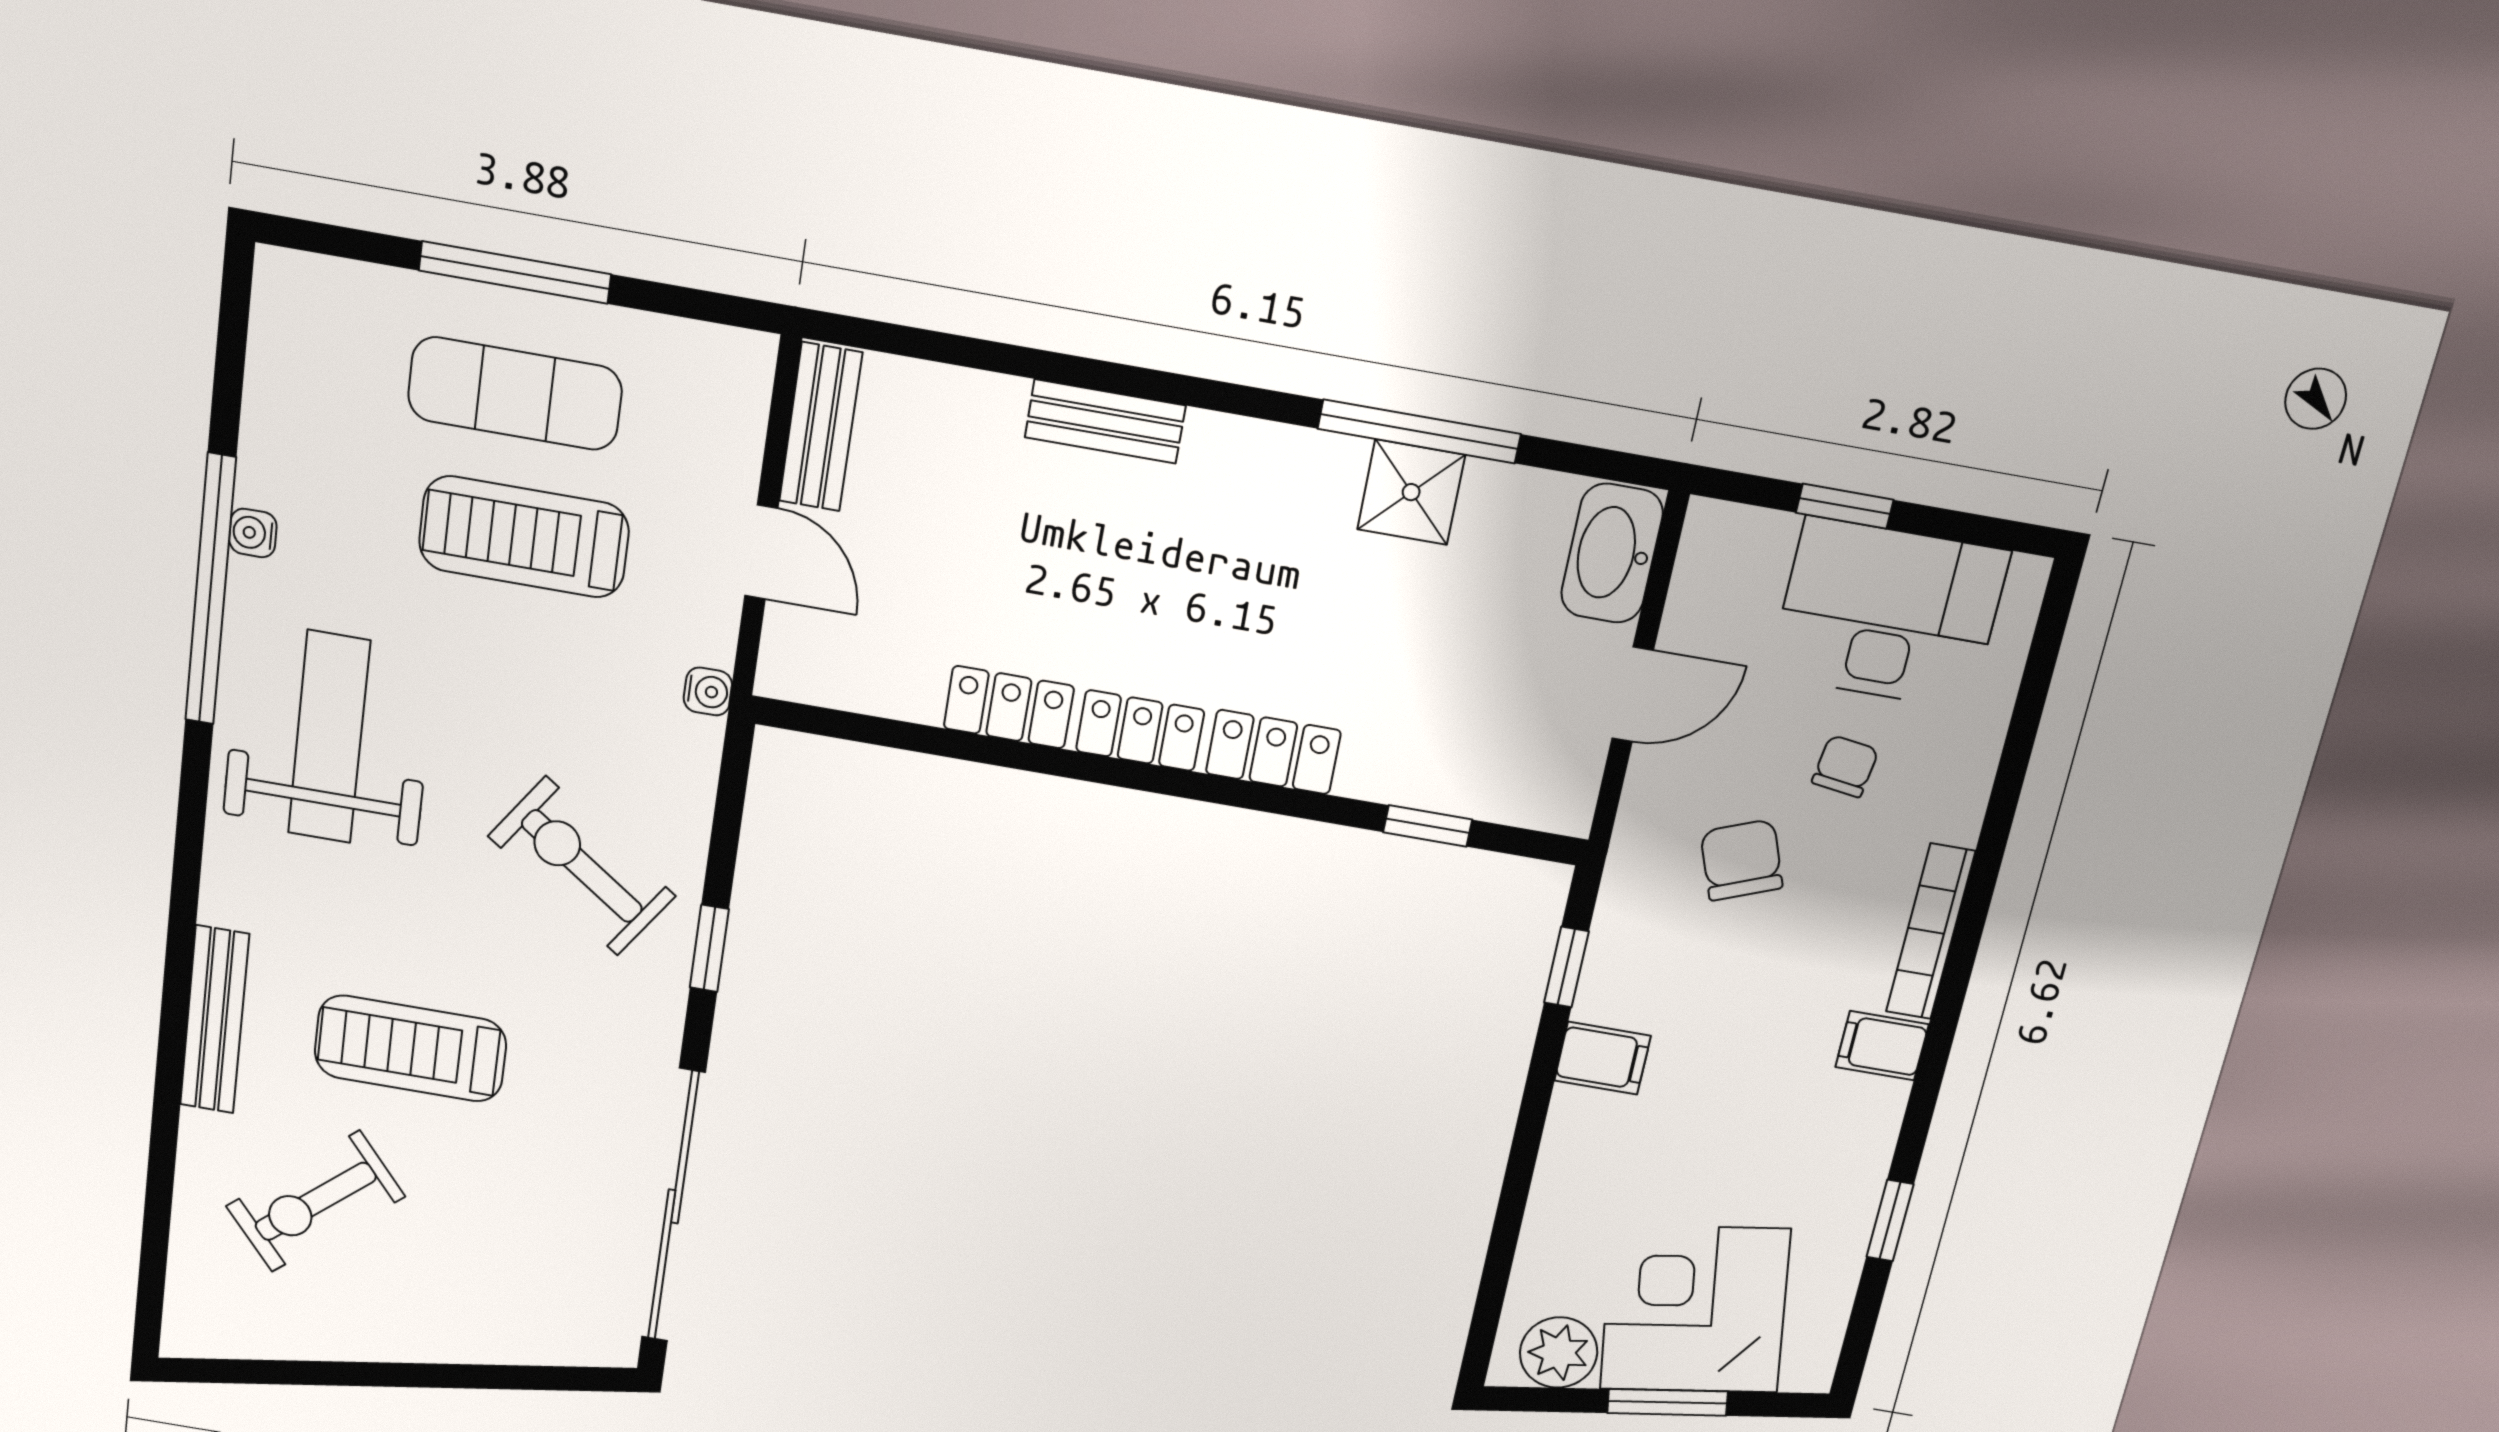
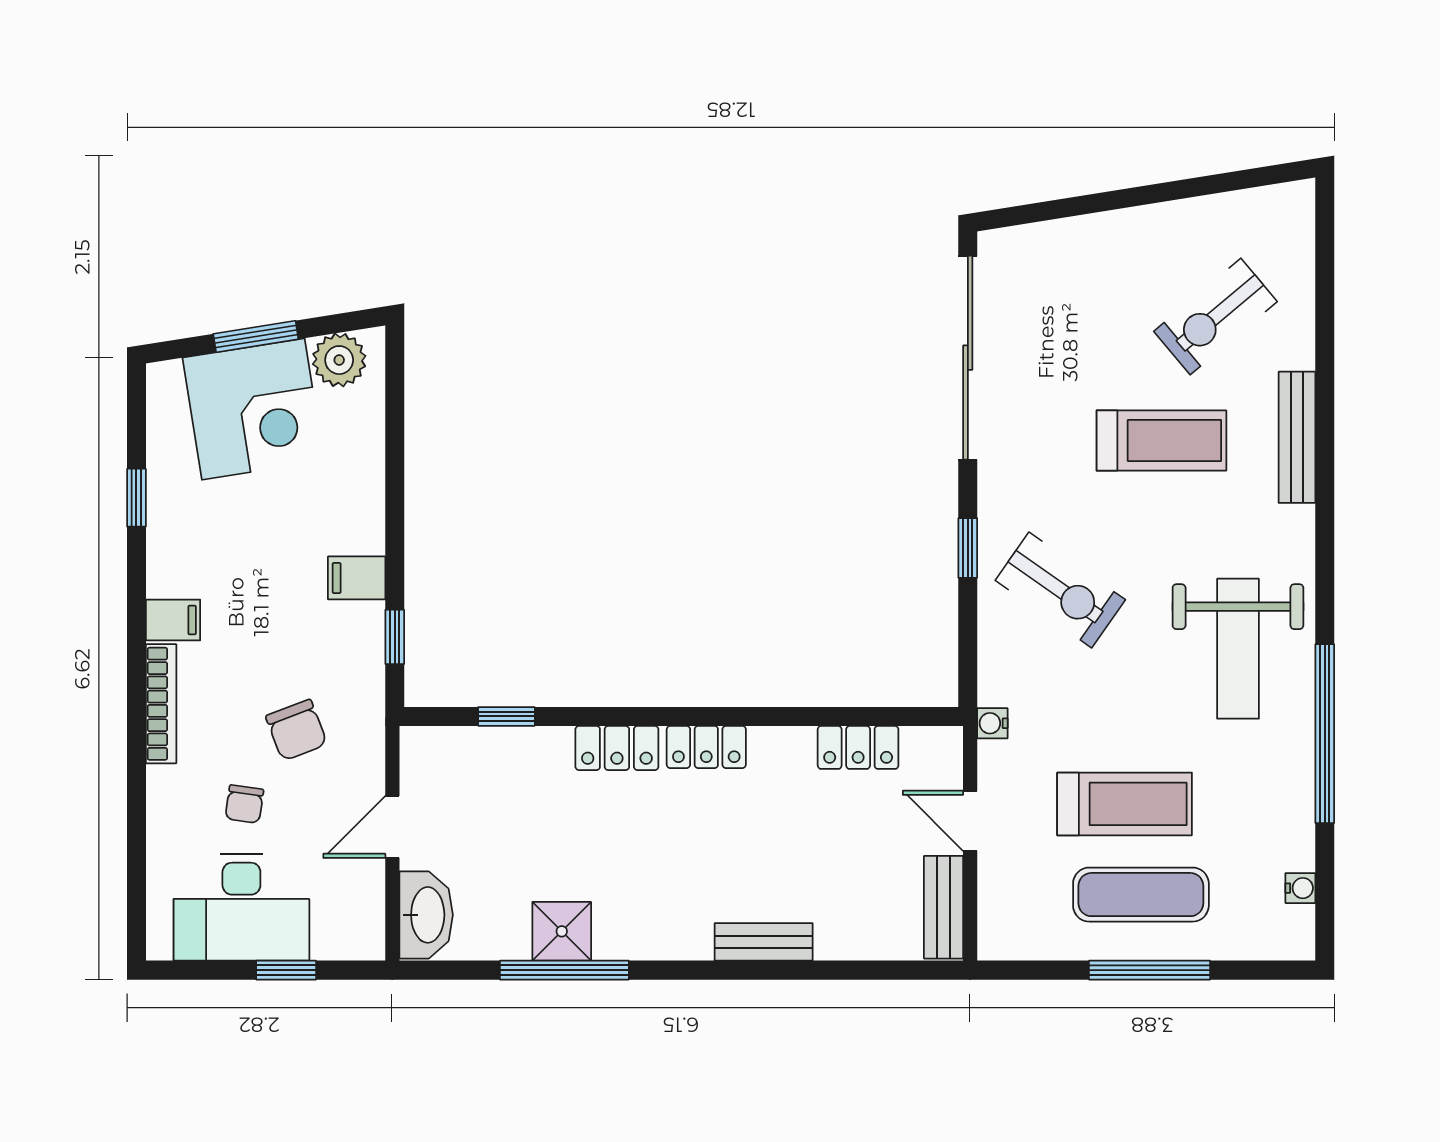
water cooler: (253, 533) -> (1300, 888), moved
locker: (1009, 707) -> (858, 747), moved
exercise bike: (316, 1201) -> (1216, 316), turned 180

